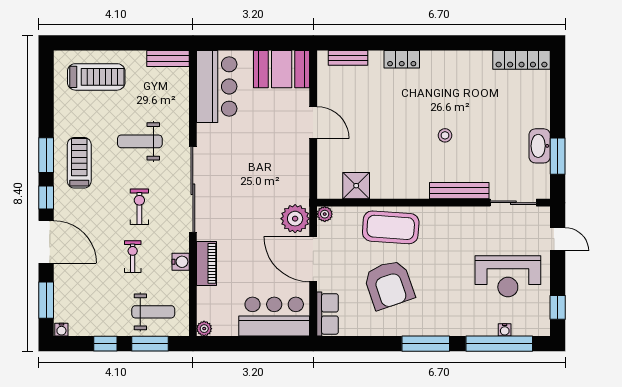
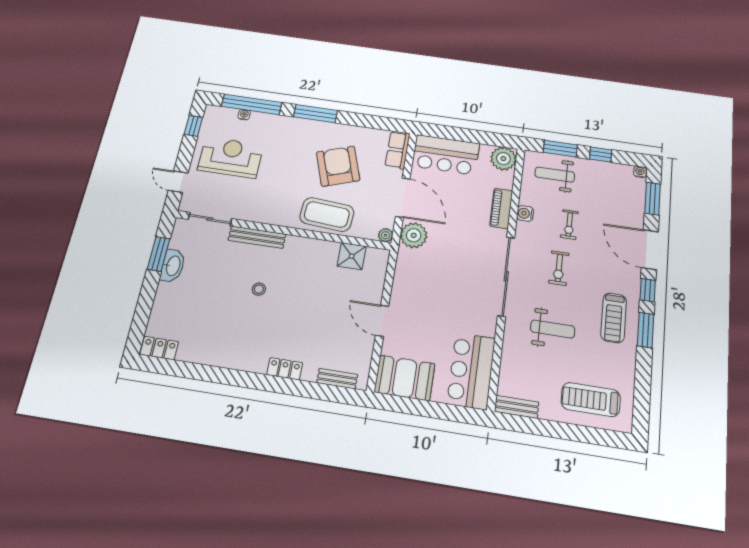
locker: (522, 60) -> (159, 348), width x0.66
plant: (204, 329) -> (503, 159), width x1.88, depth x1.88

